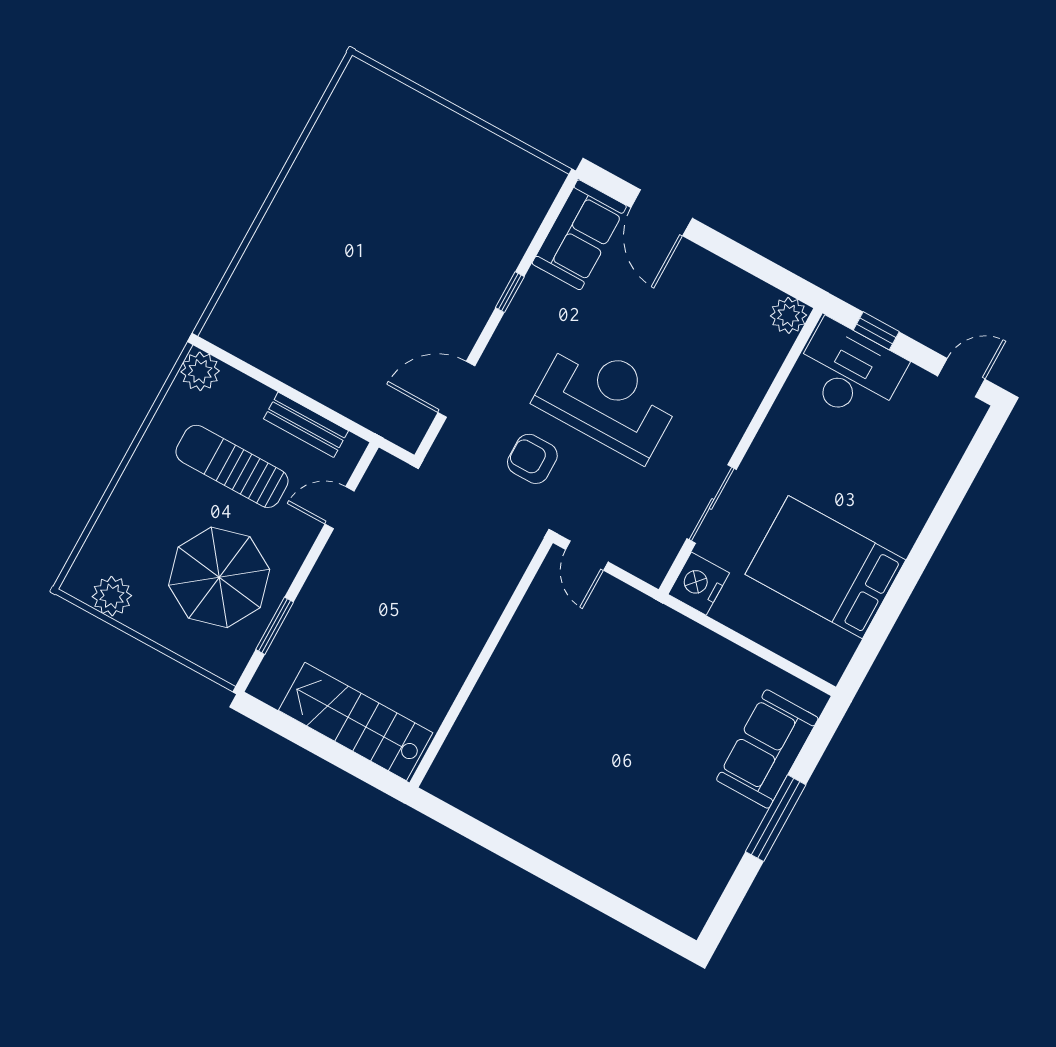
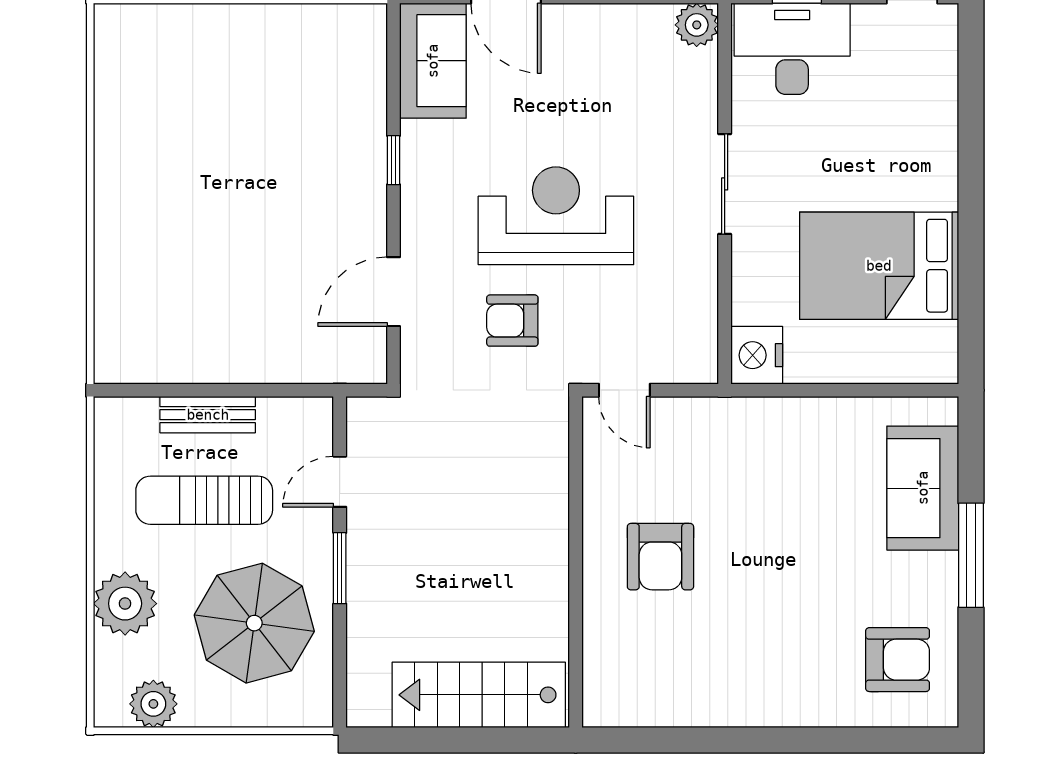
plant: (200, 371) -> (125, 604), moved, width x1.36, depth x1.36
bench: (306, 425) -> (208, 415), moved
sliding door: (712, 504) -> (725, 184), moved
window: (275, 626) -> (340, 568), moved
armchair: (546, 693) -> (660, 557), added
armchair: (679, 865) -> (898, 660), added

